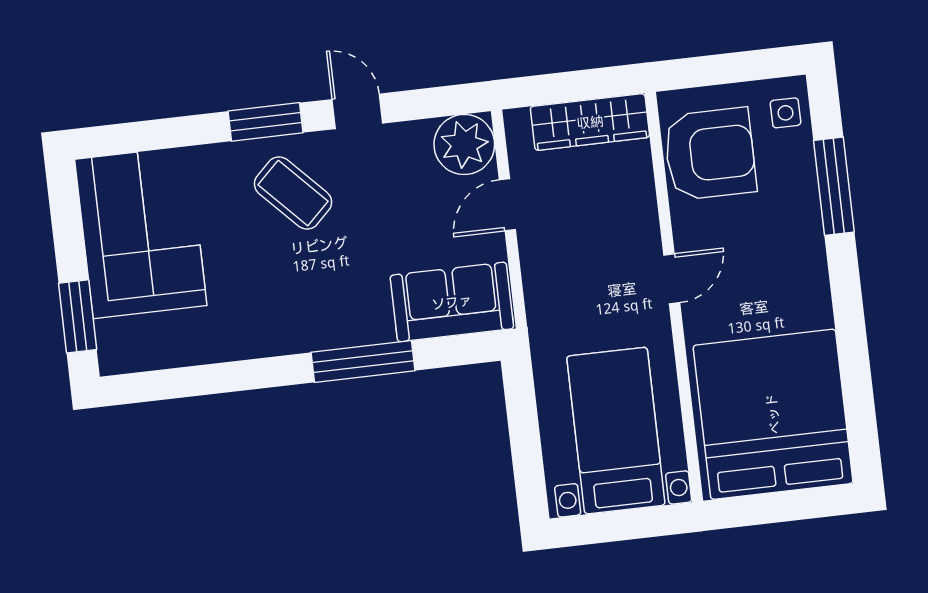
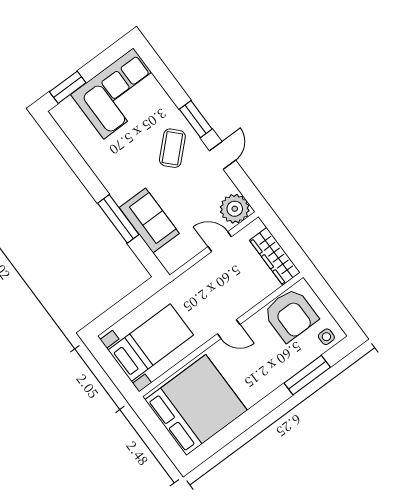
sofa: (452, 302) -> (149, 221), moved

